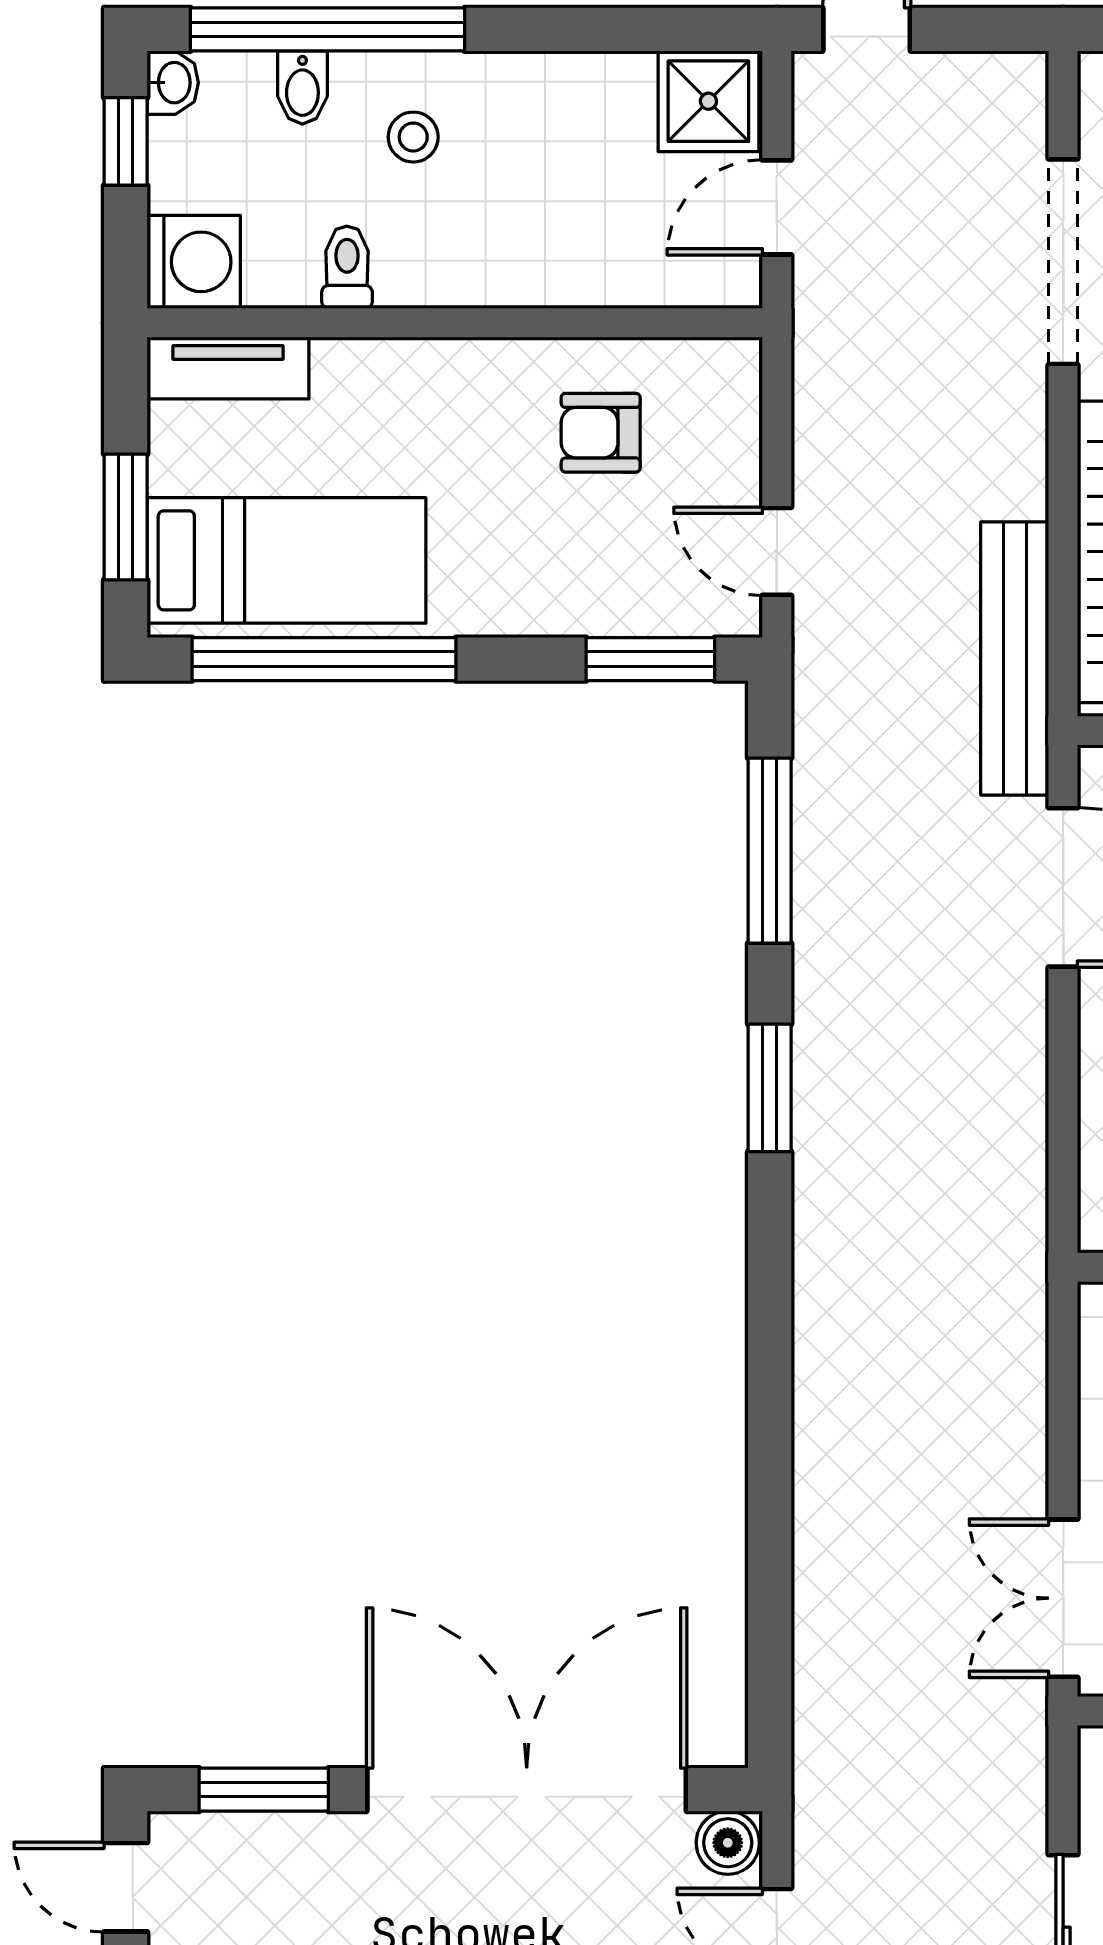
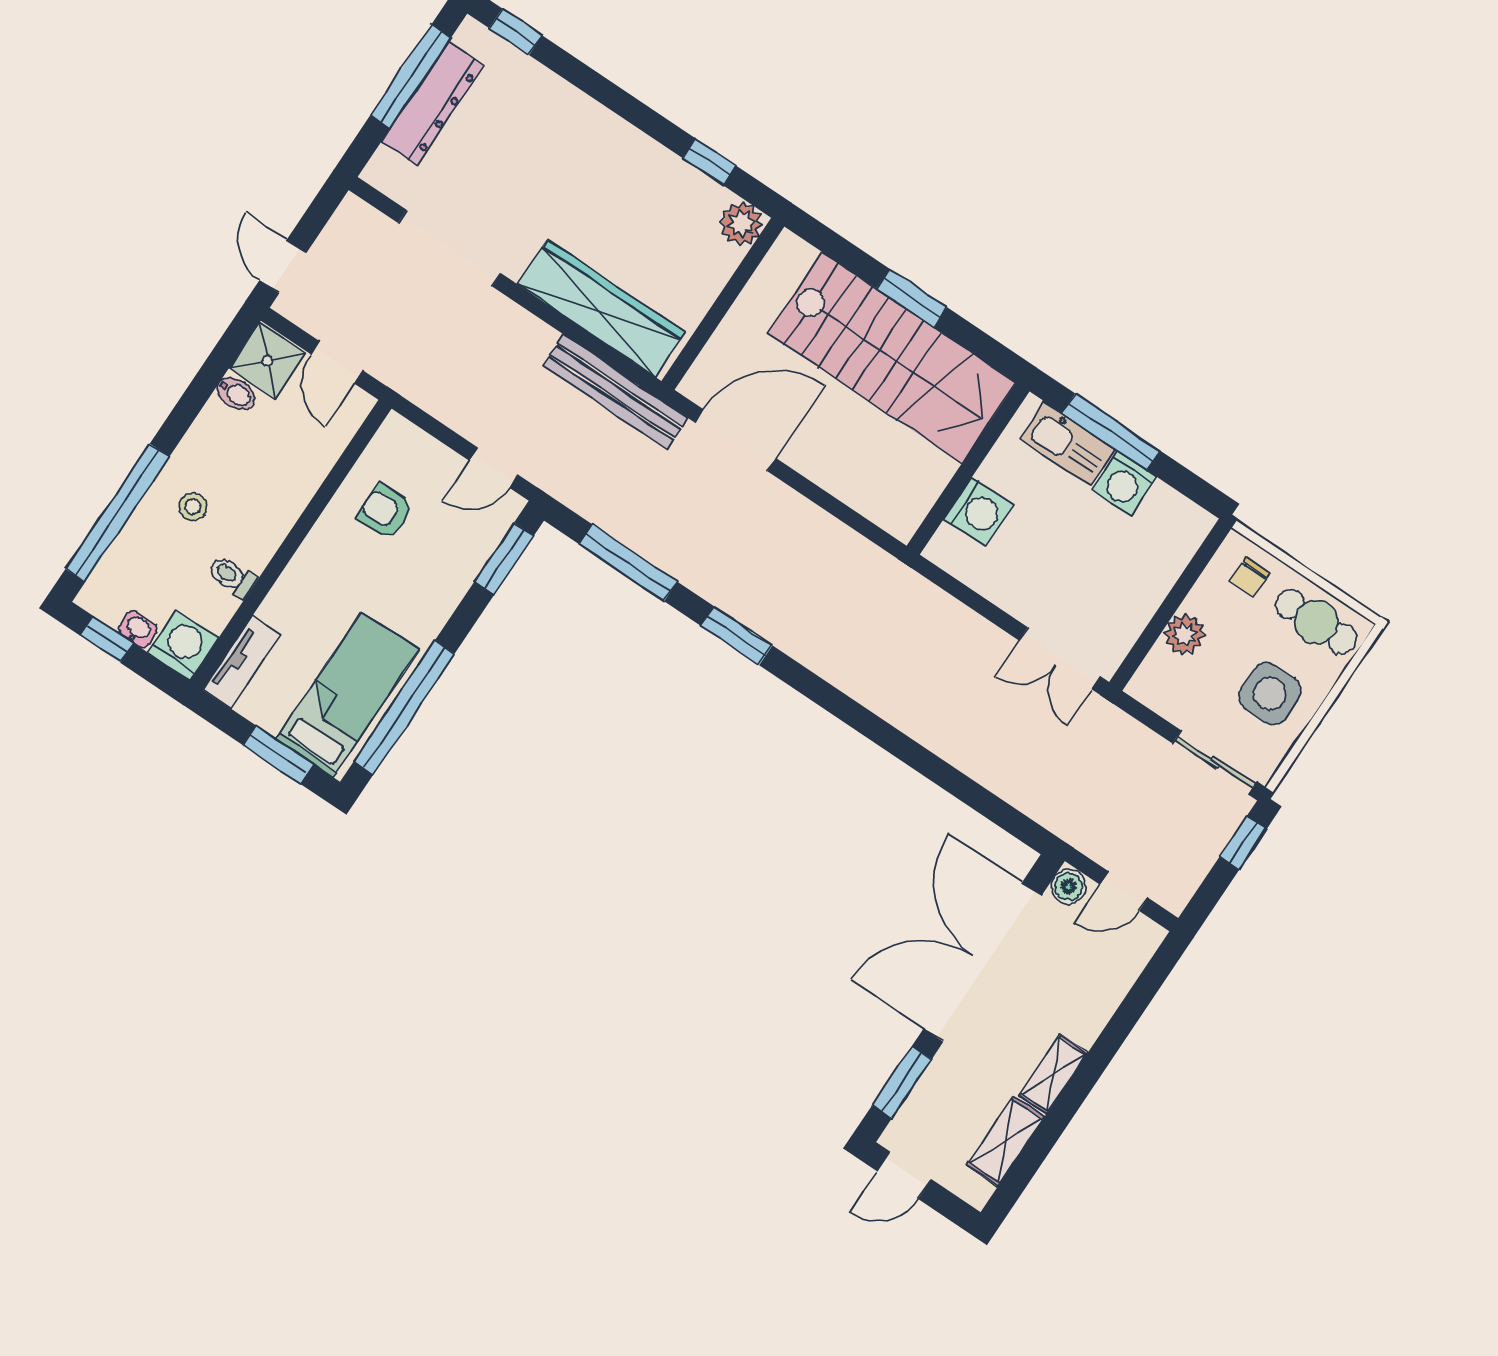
washbasin: (173, 83) -> (138, 629), moved
bidet: (302, 88) -> (236, 394), moved
armchair: (601, 433) -> (386, 512), turned 90

